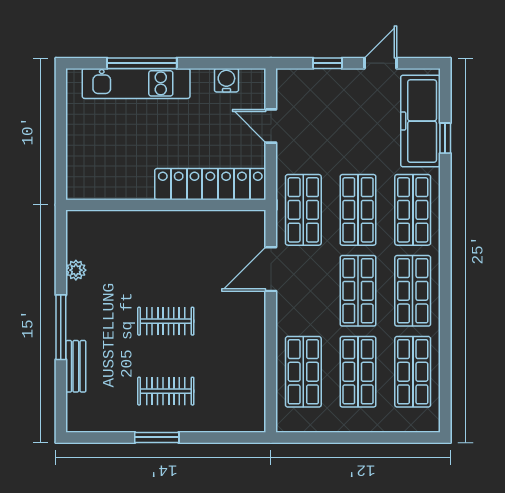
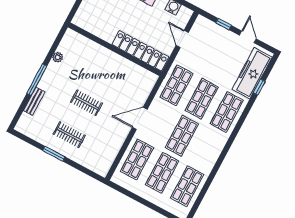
door: (380, 63) -> (248, 37), hinge flipped
door: (271, 269) -> (140, 118), moved
shop shelf: (413, 291) -> (207, 149), removed

